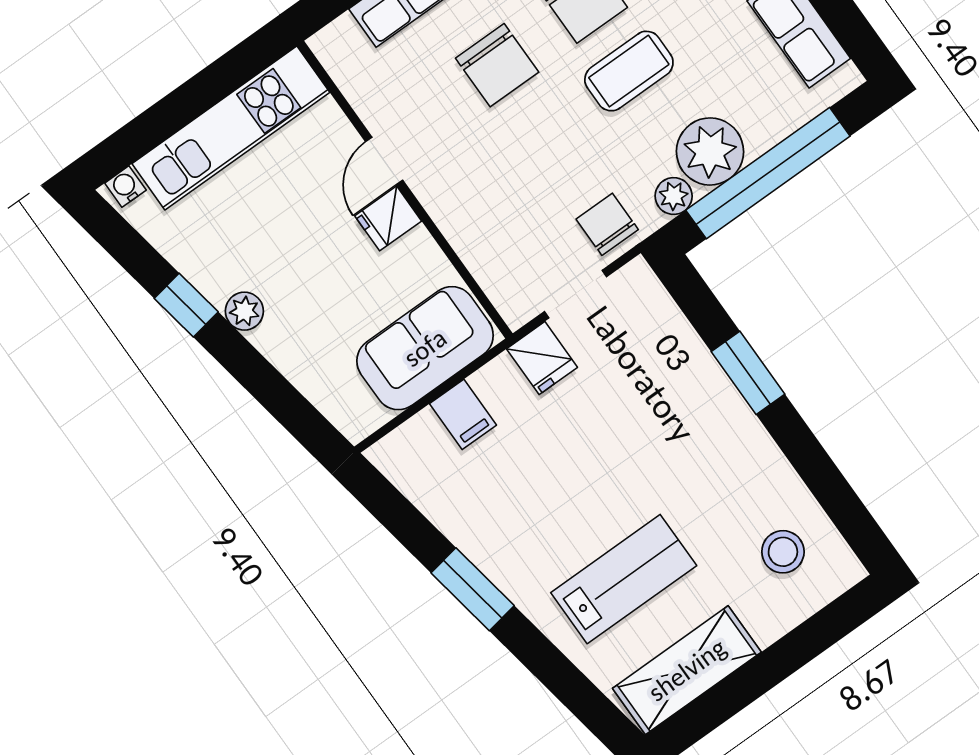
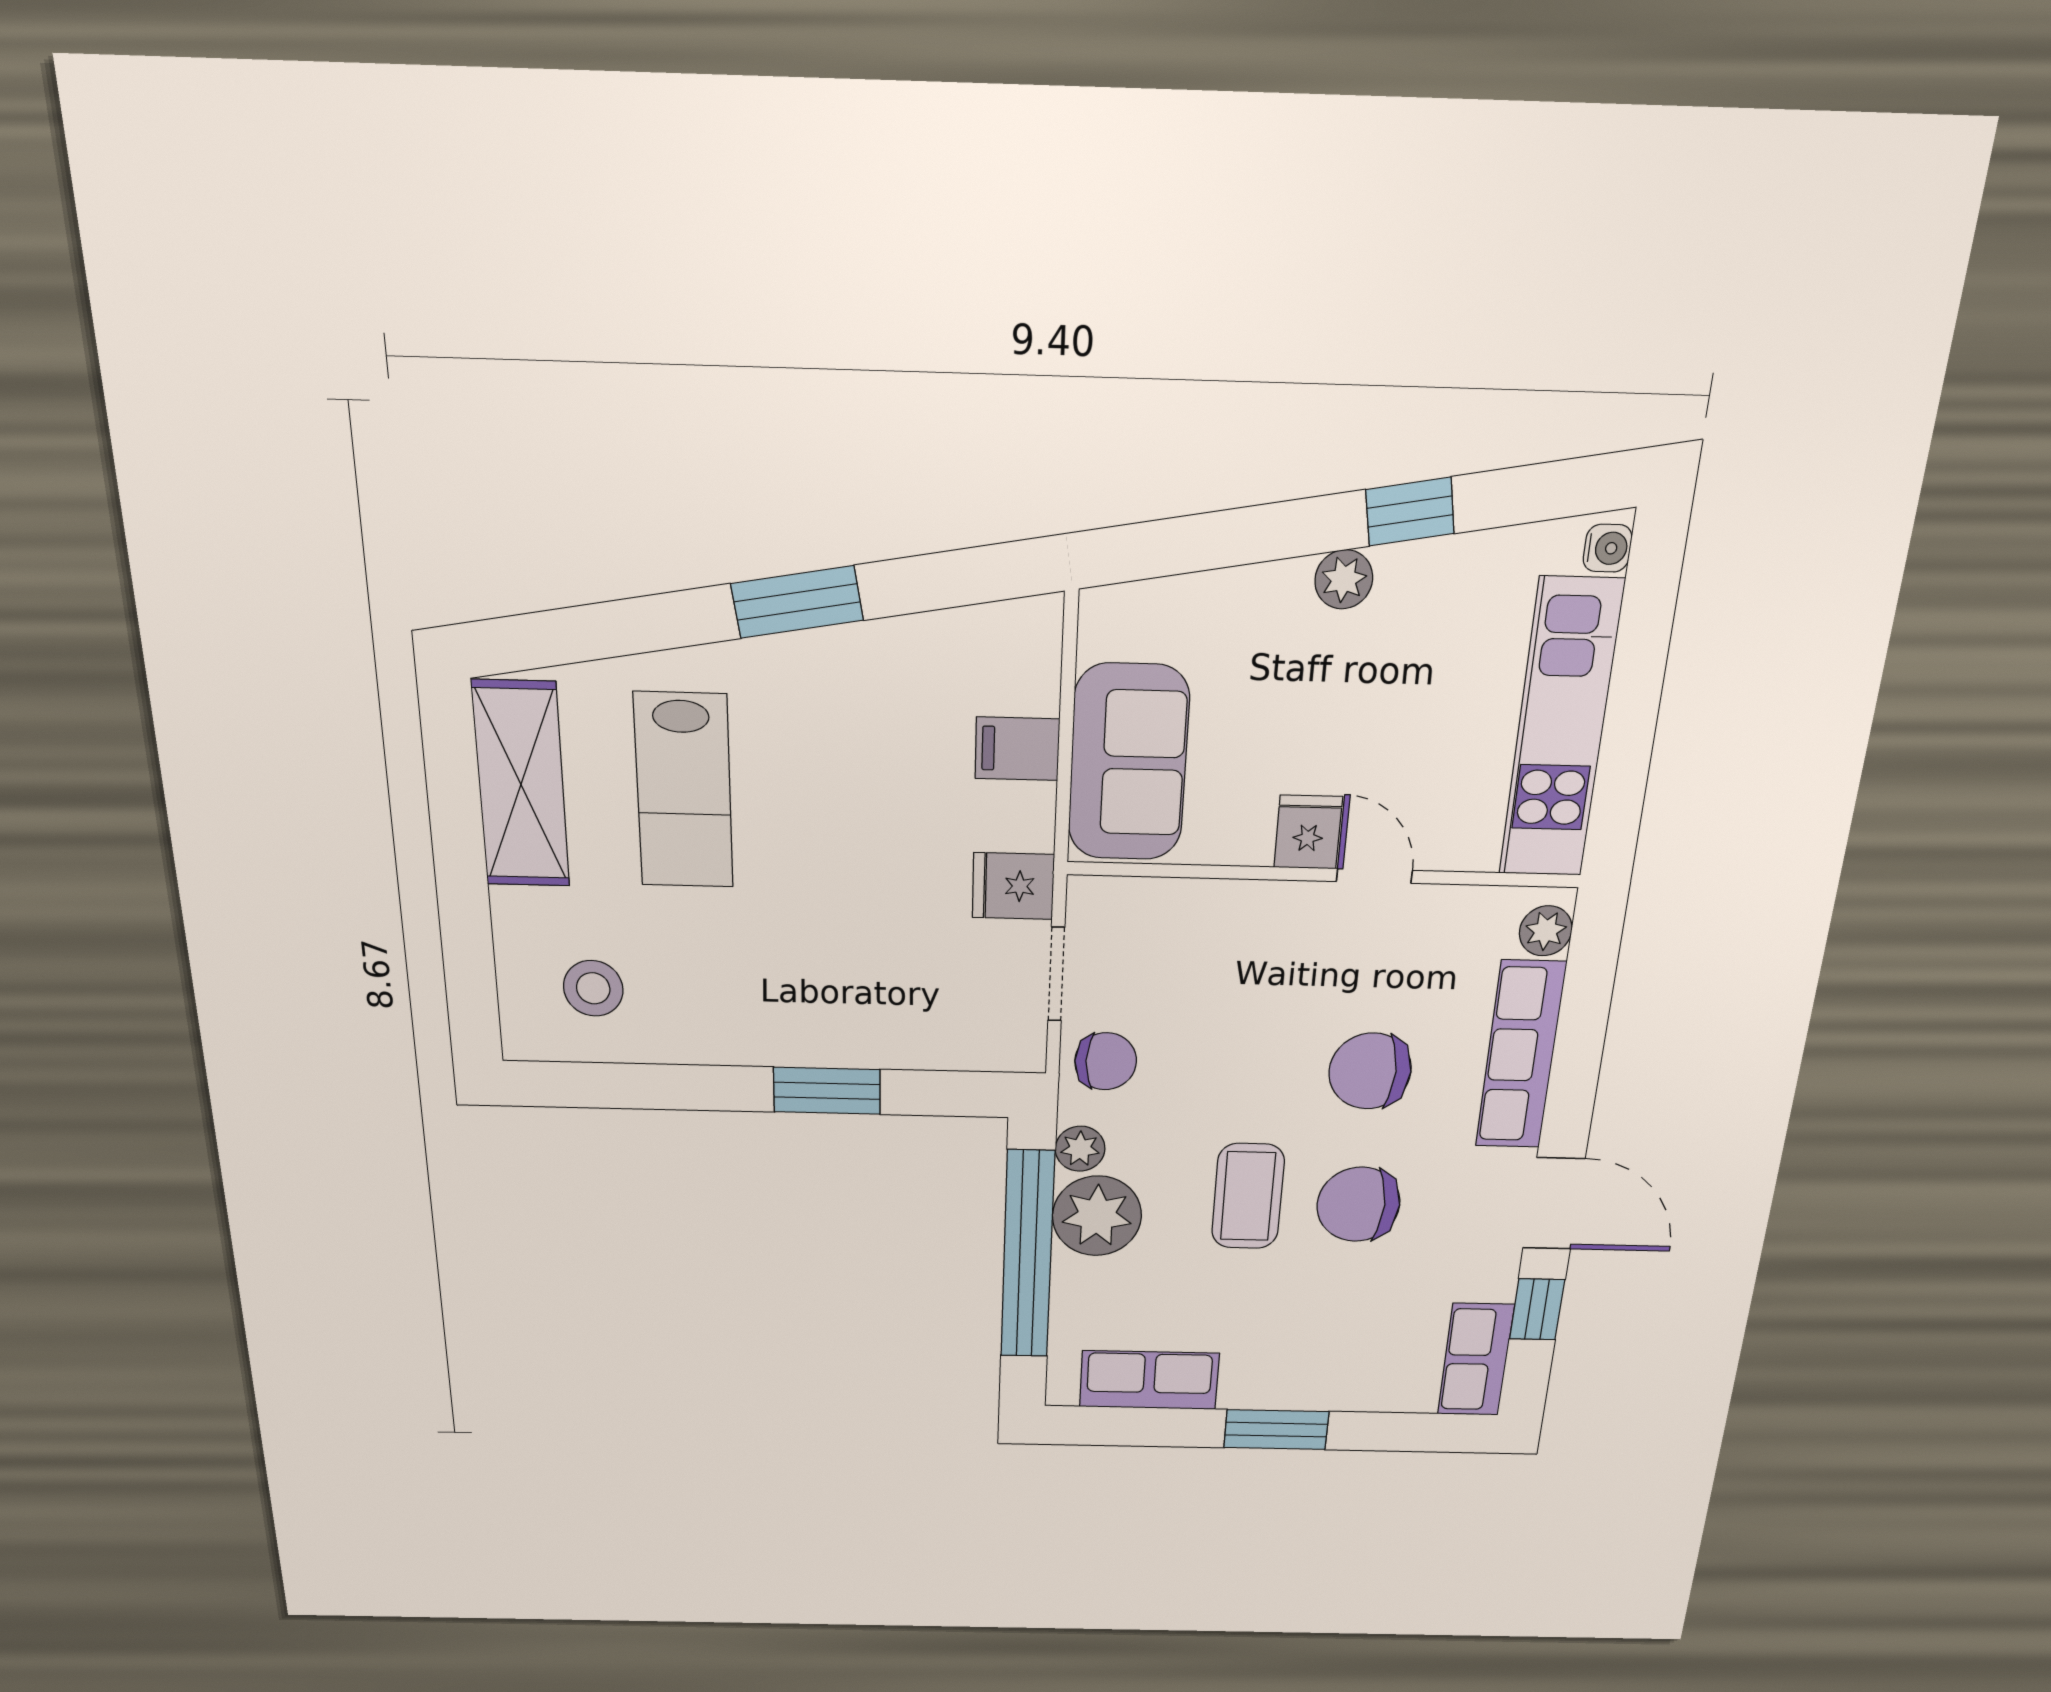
plant: (341, 37) -> (1546, 931), added

